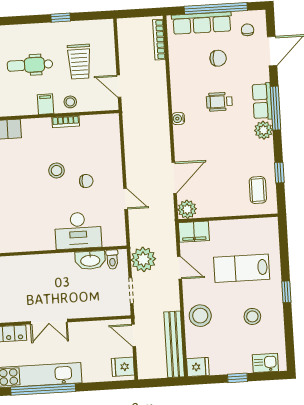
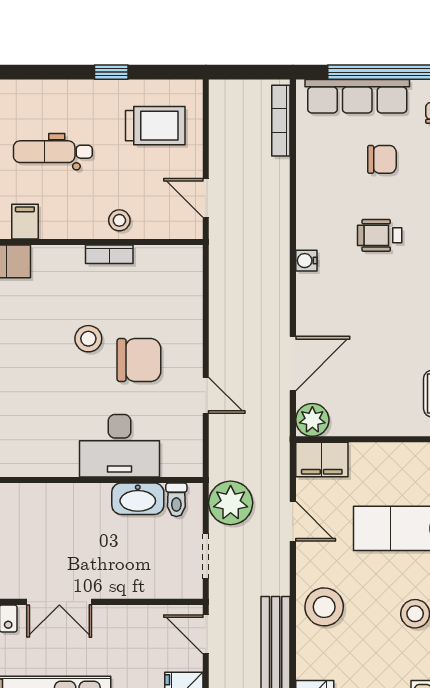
trolley: (79, 62) -> (155, 126), moved, turned -90
filing cabinet: (46, 104) -> (25, 222), moved
chair: (86, 181) -> (139, 360), width x1.87, depth x1.87

